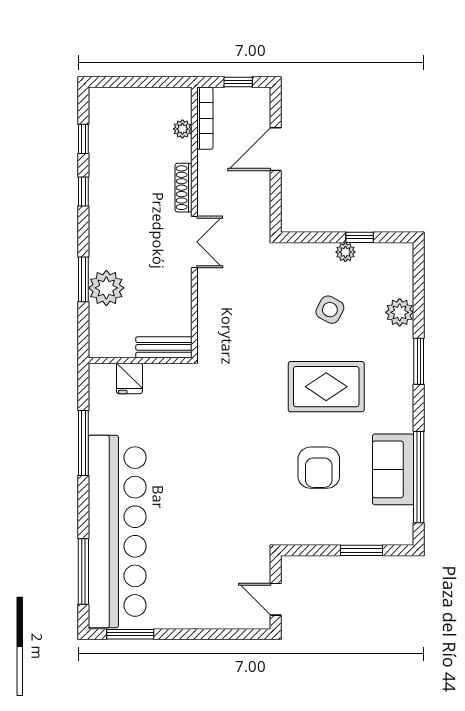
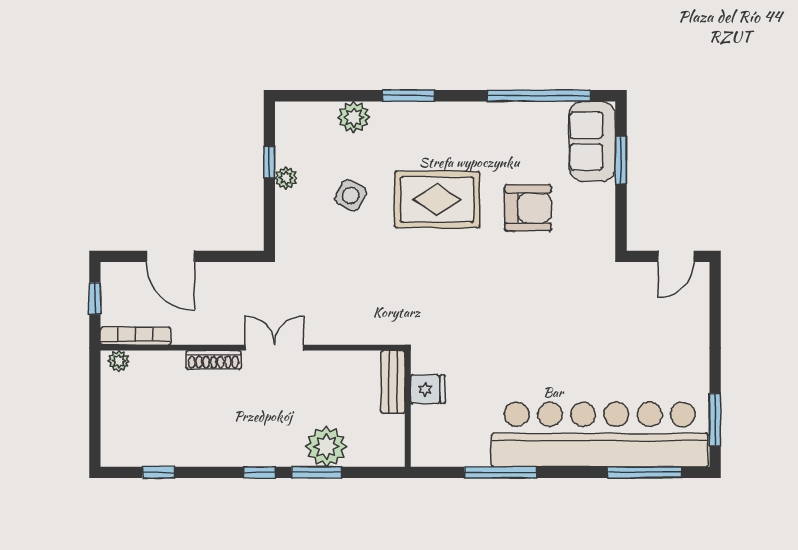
plant: (182, 129) -> (119, 361), moved
window: (83, 191) -> (260, 472), moved
fridge: (129, 378) -> (428, 389), moved
rug: (326, 387) -> (437, 200), turned 90
sofa: (393, 469) -> (592, 141), moved, turned 90

